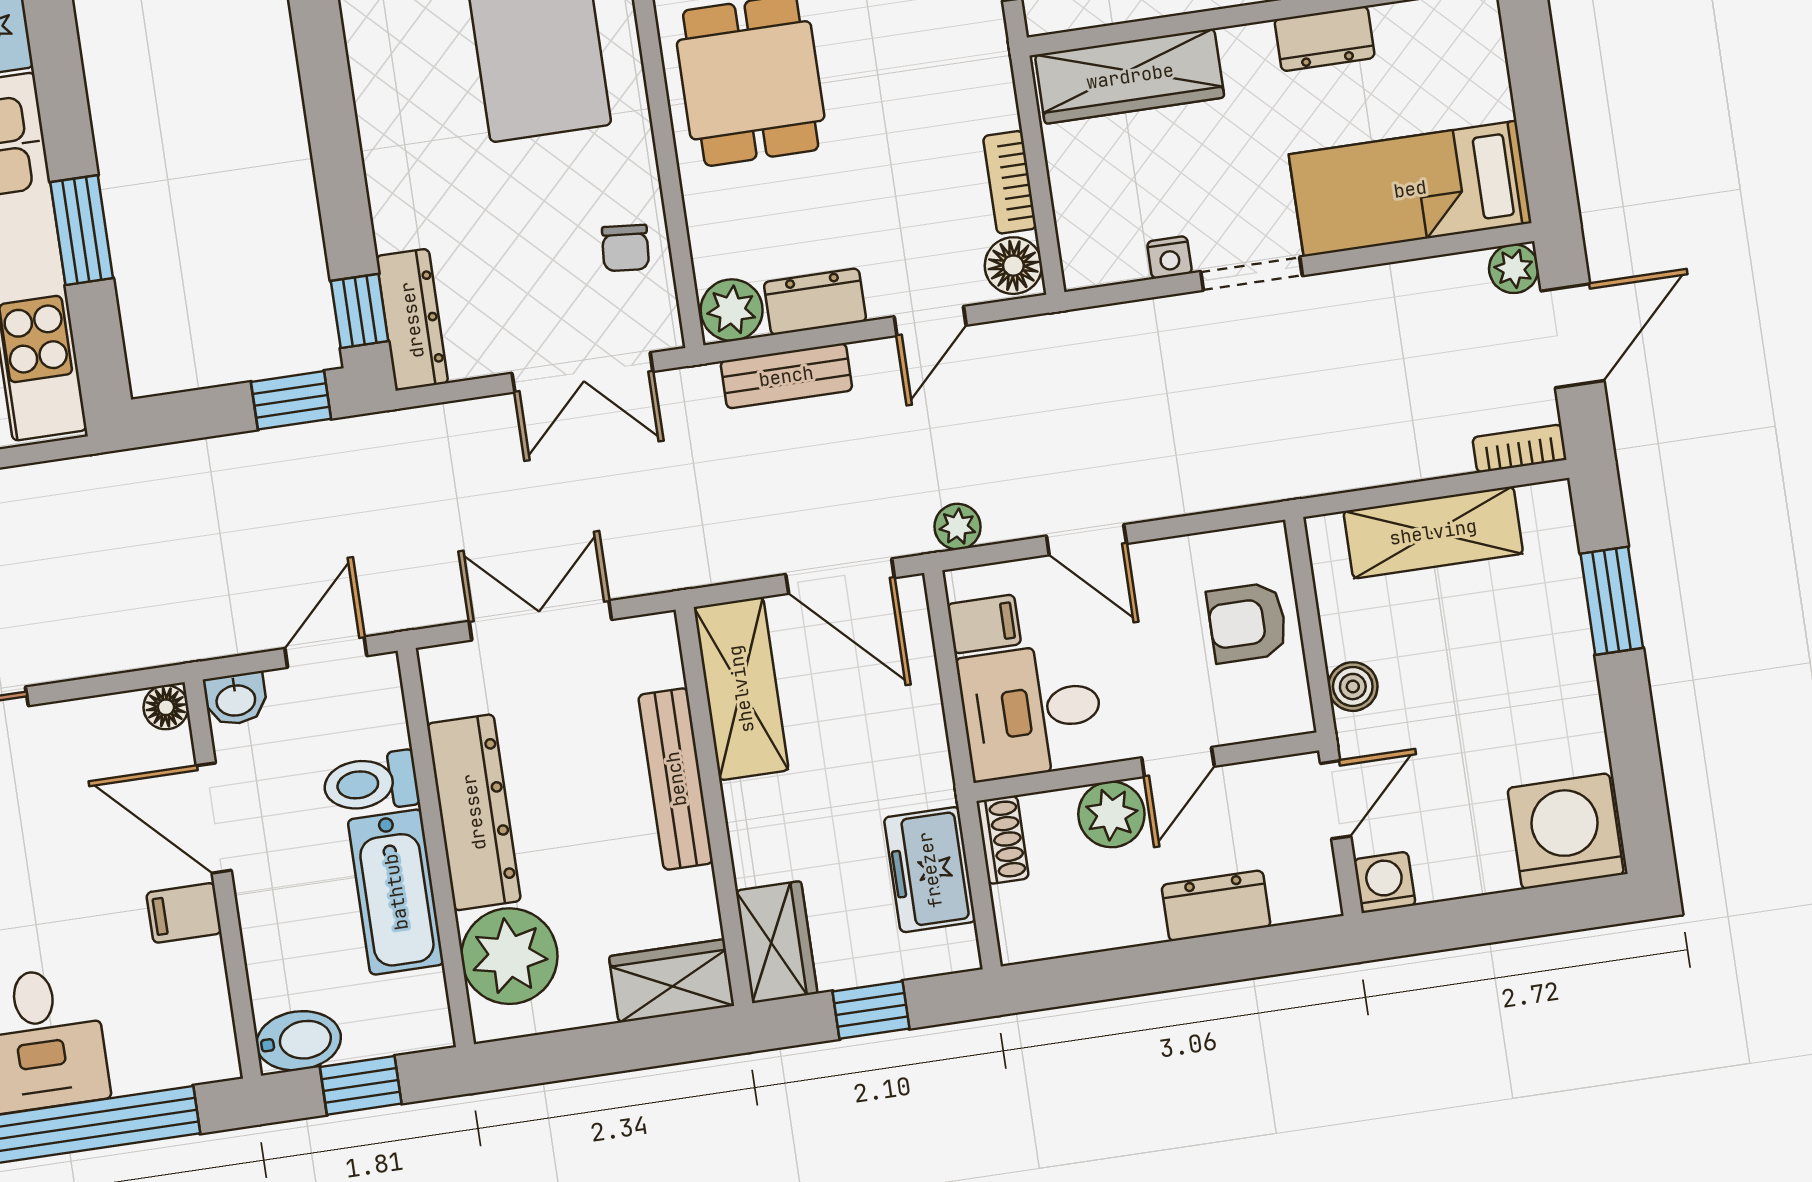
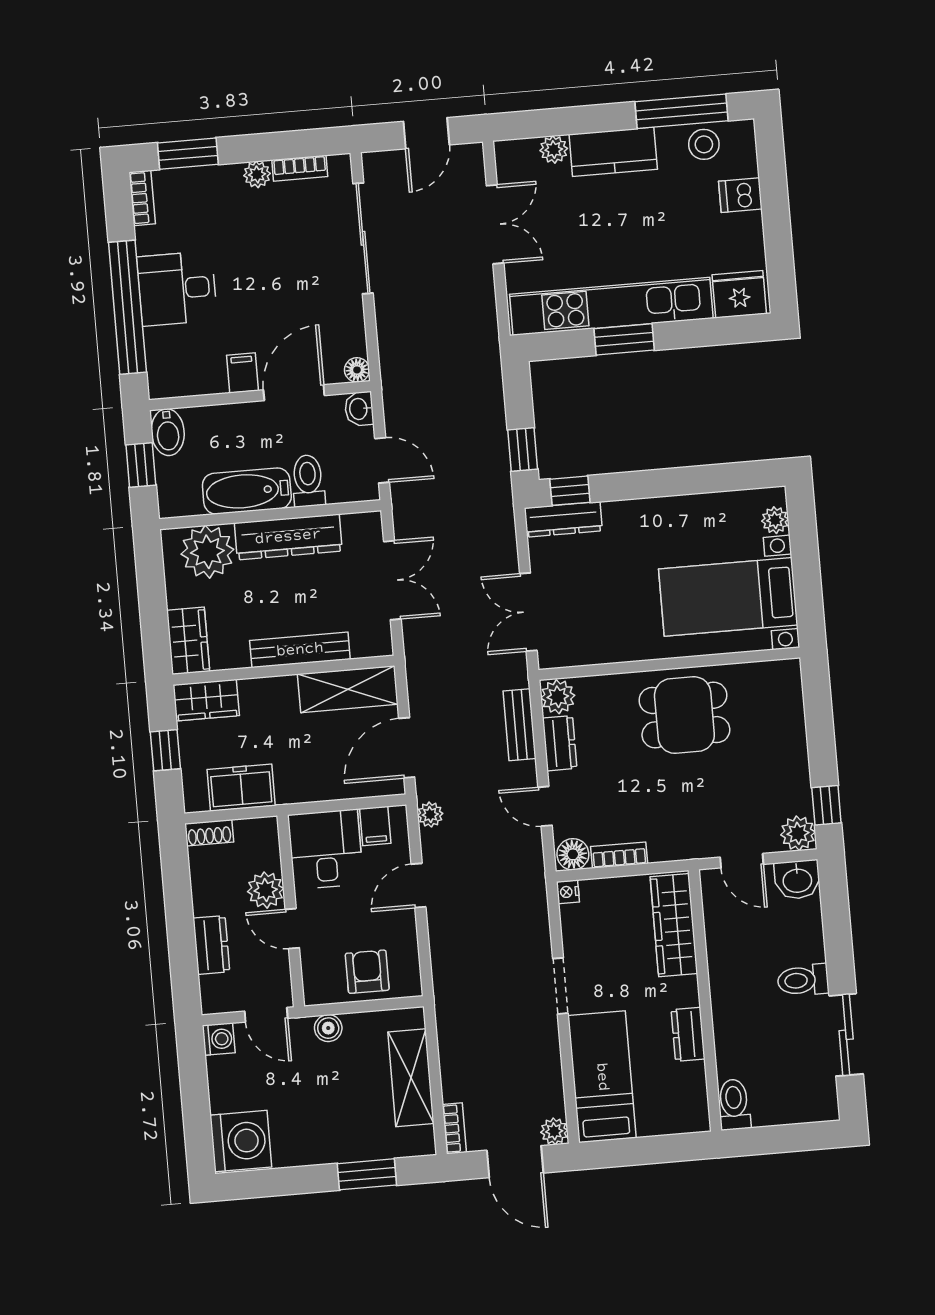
chair: (625, 248) -> (596, 640), removed
nightstand: (1169, 257) -> (568, 892), moved
shoe rack: (1003, 840) -> (209, 833), moved

